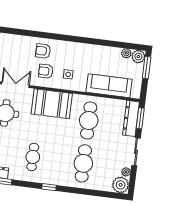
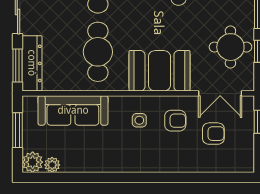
armchair: (43, 51) -> (213, 134), moved
window: (147, 67) -> (17, 130), moved

